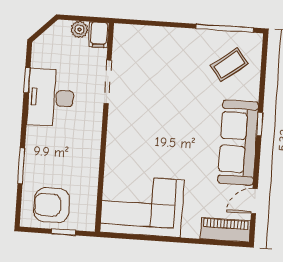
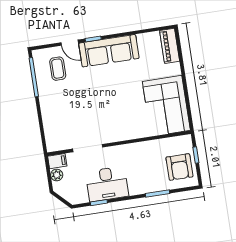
coffee table: (229, 65) -> (58, 69), turned 37
door: (254, 201) -> (70, 43), moved

